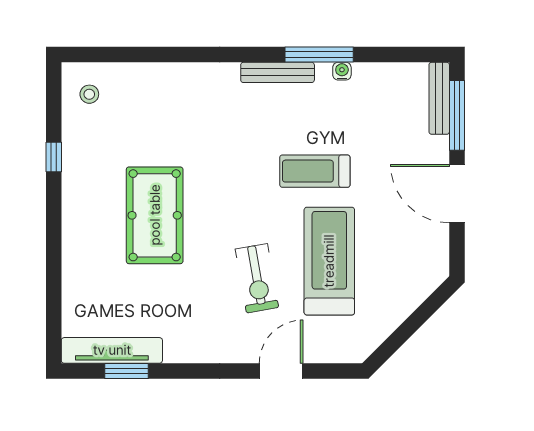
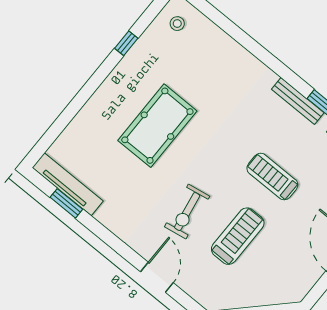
treadmill: (329, 261) -> (238, 236), width x0.73, depth x0.73
door: (281, 371) -> (157, 277), hinge flipped

